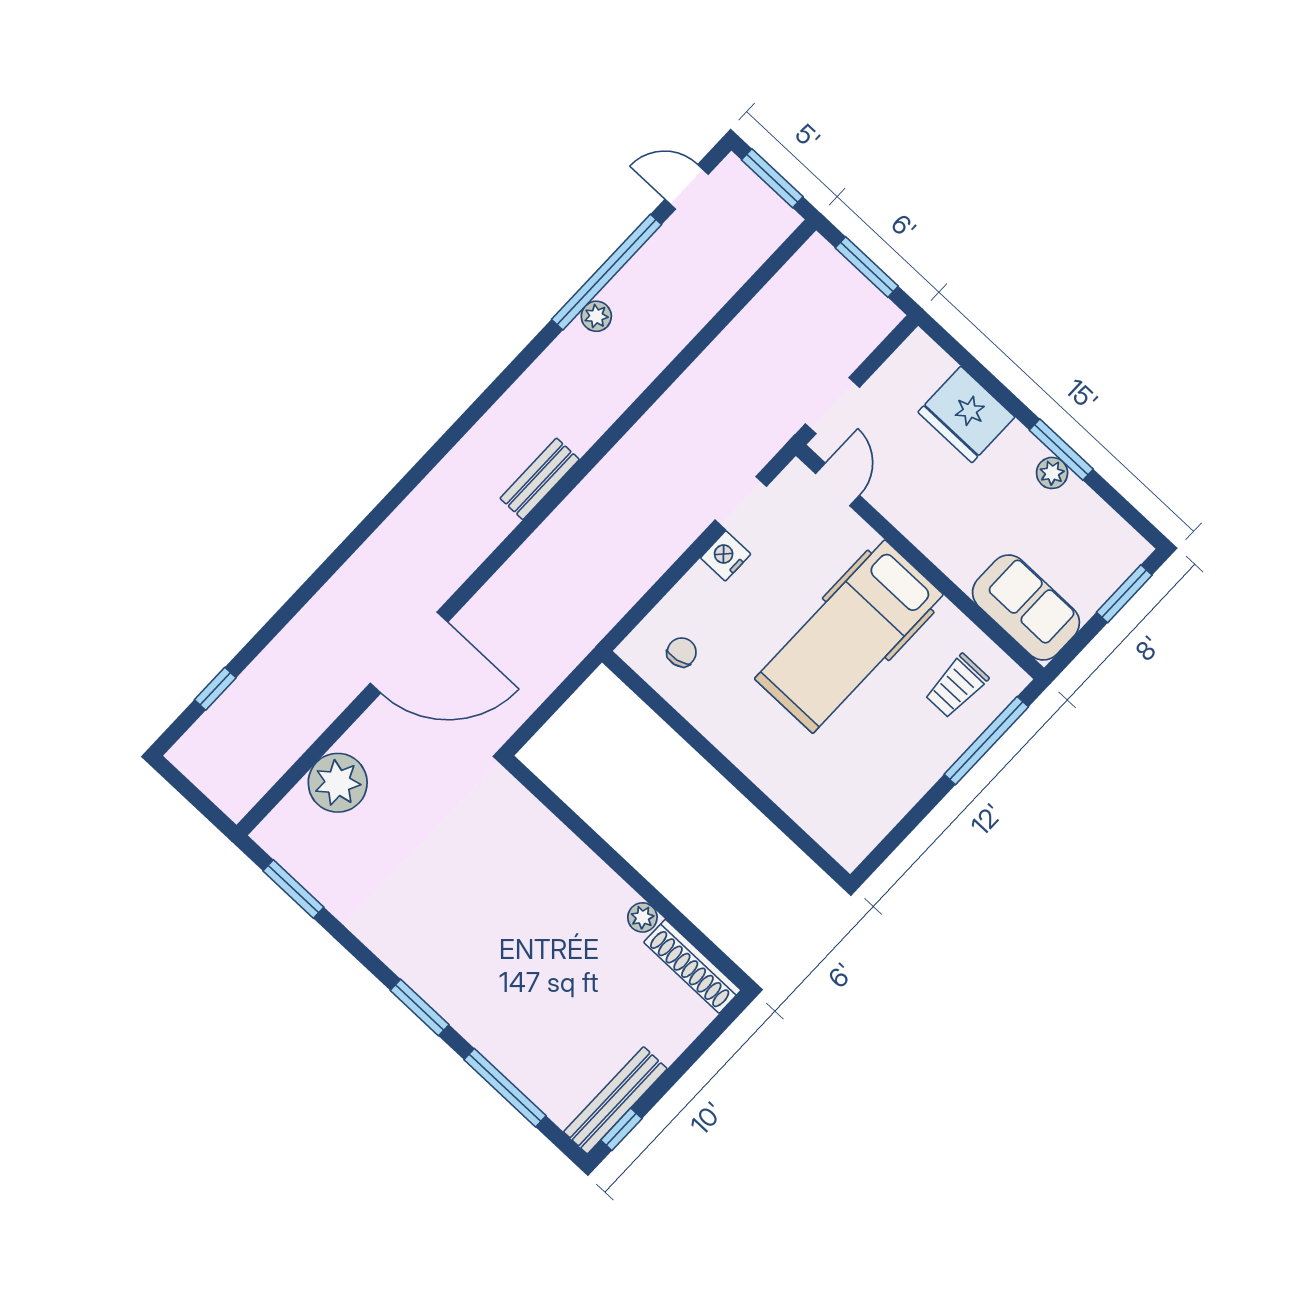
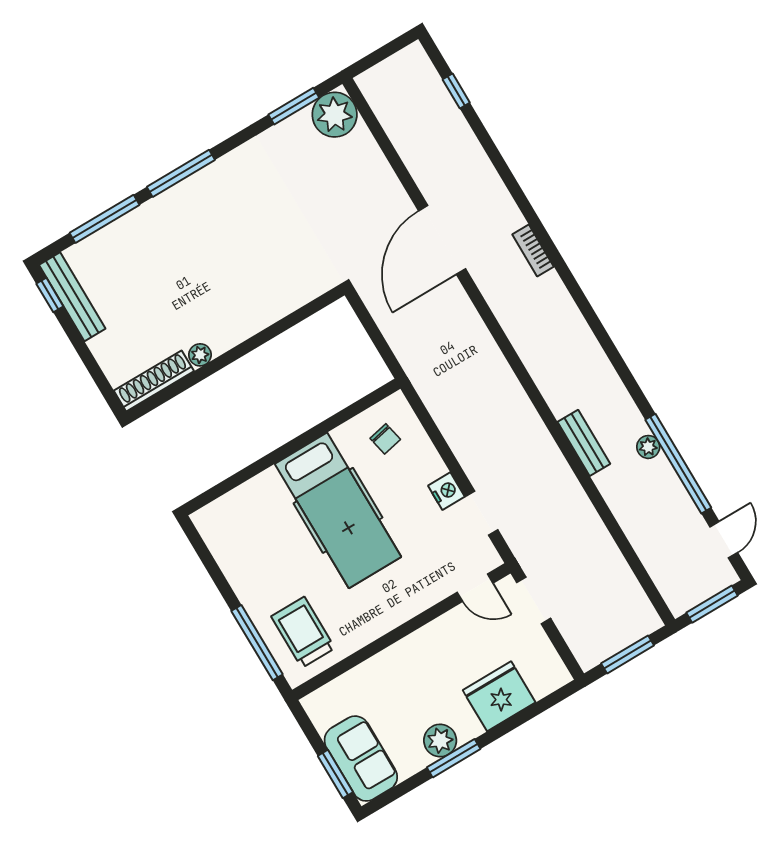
plant: (1052, 473) -> (440, 741), width x1.38, depth x1.38
bench: (540, 479) -> (584, 443), moved
bookcase: (389, 533) -> (533, 250), added
sofa: (1026, 608) -> (361, 759), moved, turned -90
hospital bed: (849, 637) -> (338, 510), moved, turned 180
trolley: (956, 686) -> (303, 632), width x1.36, depth x1.39
plant: (338, 783) -> (335, 115), moved
window: (420, 1007) -> (181, 173), width x1.44

